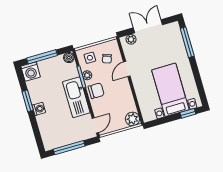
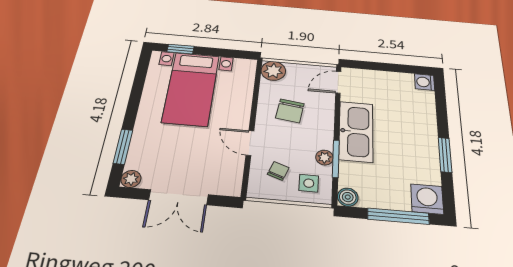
plant: (131, 39) -> (131, 179), moved
window: (187, 42) -> (123, 147), width x0.69
door: (127, 69) -> (250, 143), swing flipped
chair: (96, 91) -> (290, 111), moved, turned -82
washing machine: (39, 109) -> (425, 82), moved
window: (69, 148) -> (392, 68), removed

